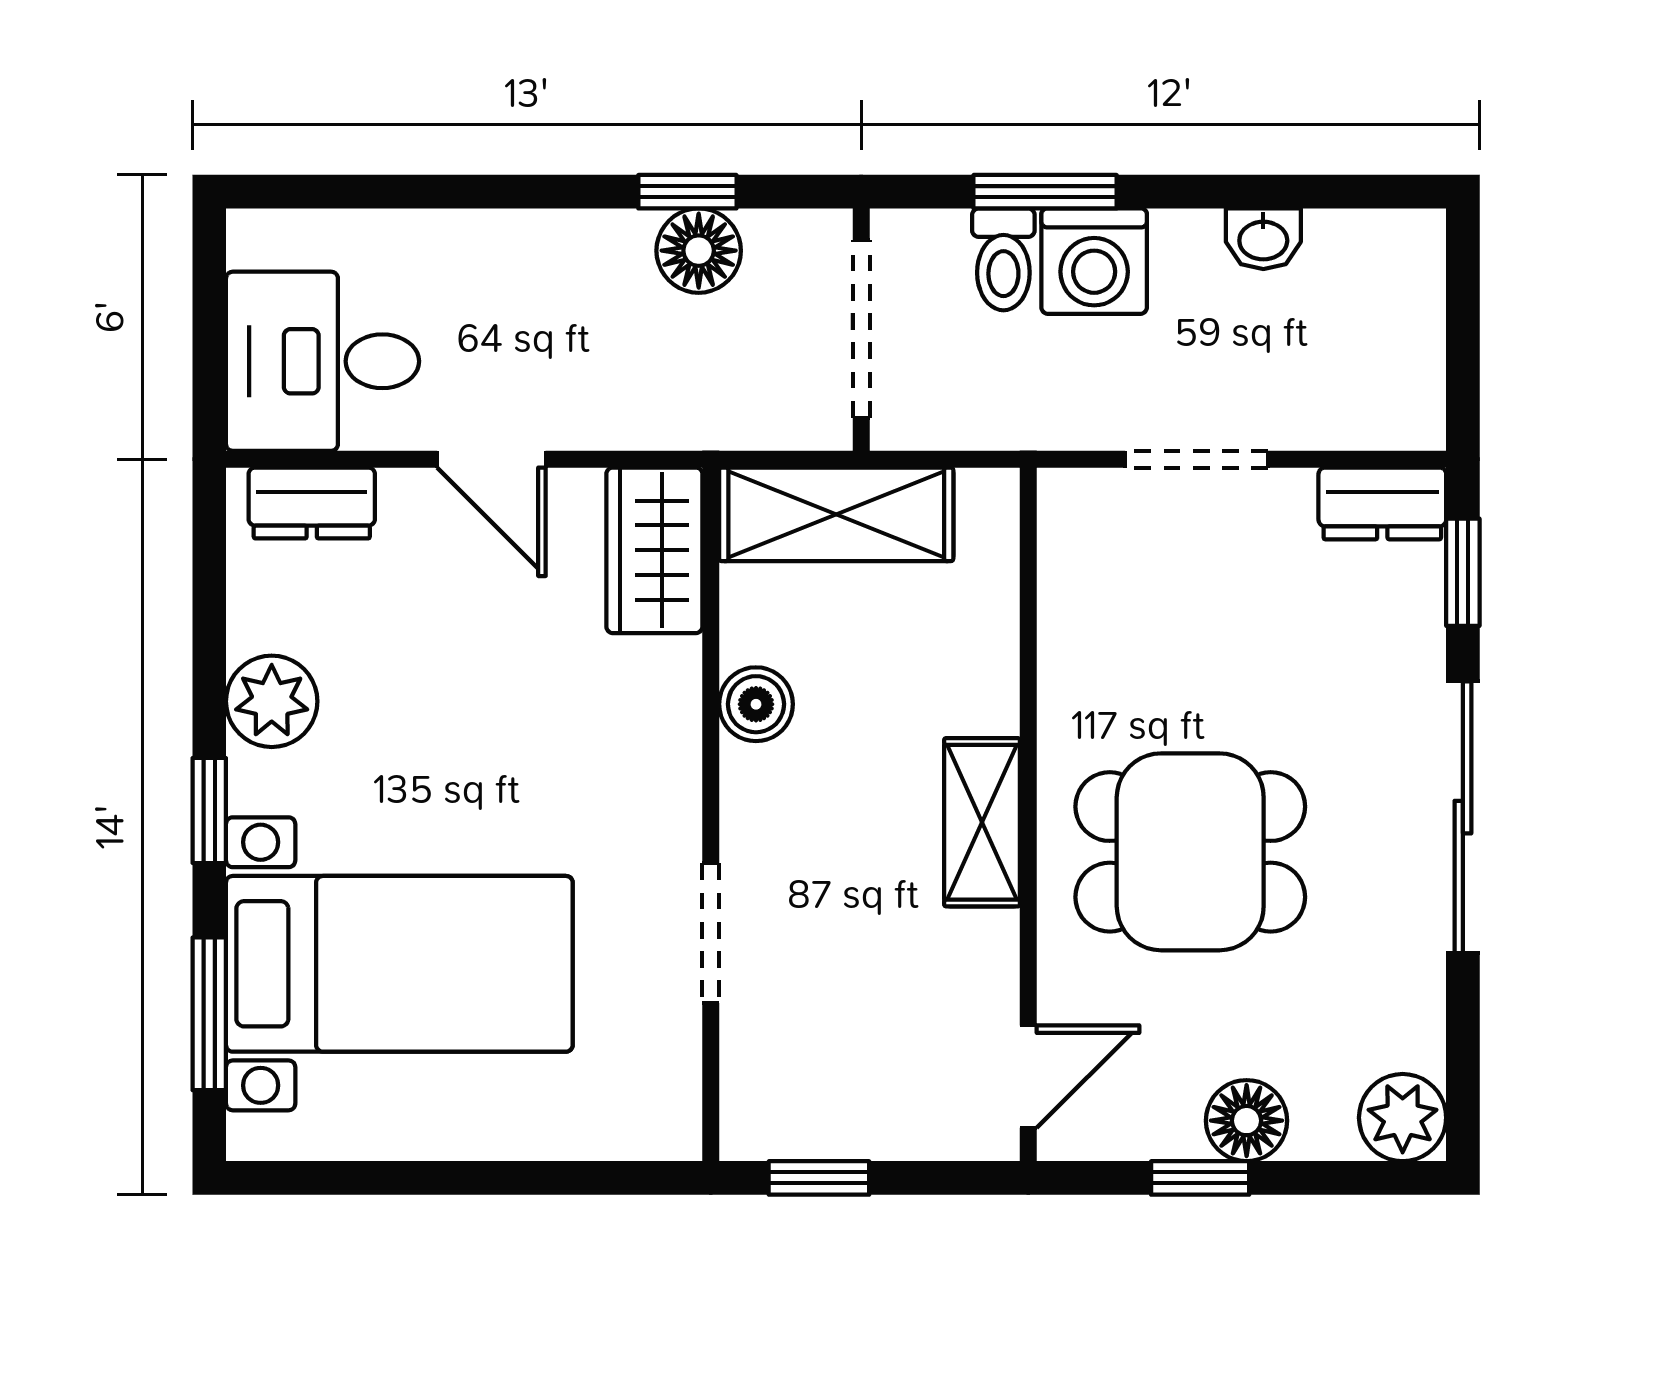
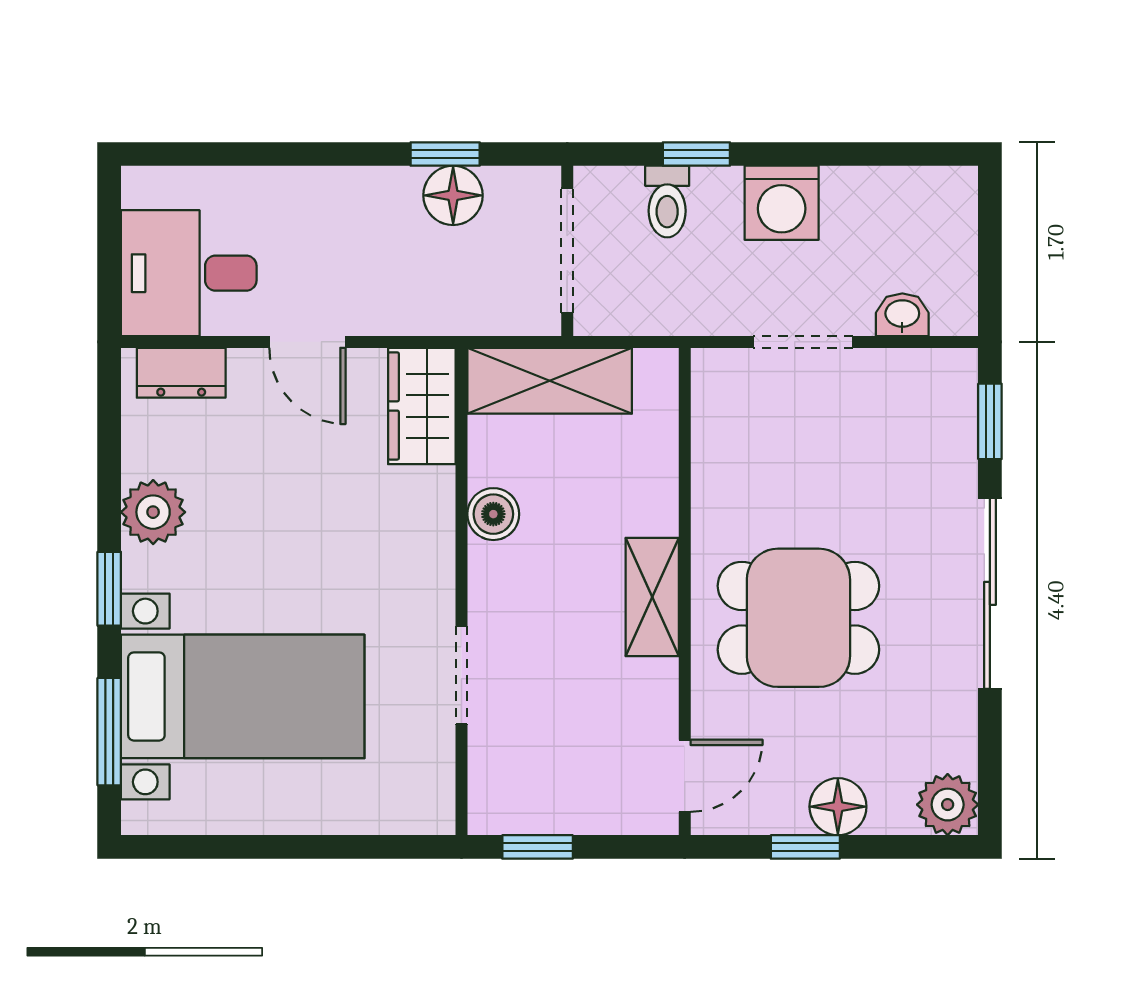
window: (1045, 192) -> (696, 154), width x0.67
washbasin: (1263, 239) -> (902, 315), moved, turned 180
washing machine: (1094, 261) -> (782, 203), moved
dresser: (1382, 503) -> (933, 373), removed

